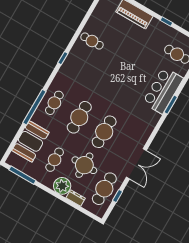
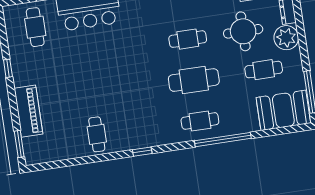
cafe table: (104, 132) -> (188, 39), width x0.73, depth x0.74
booth: (31, 141) -> (283, 110), moved

